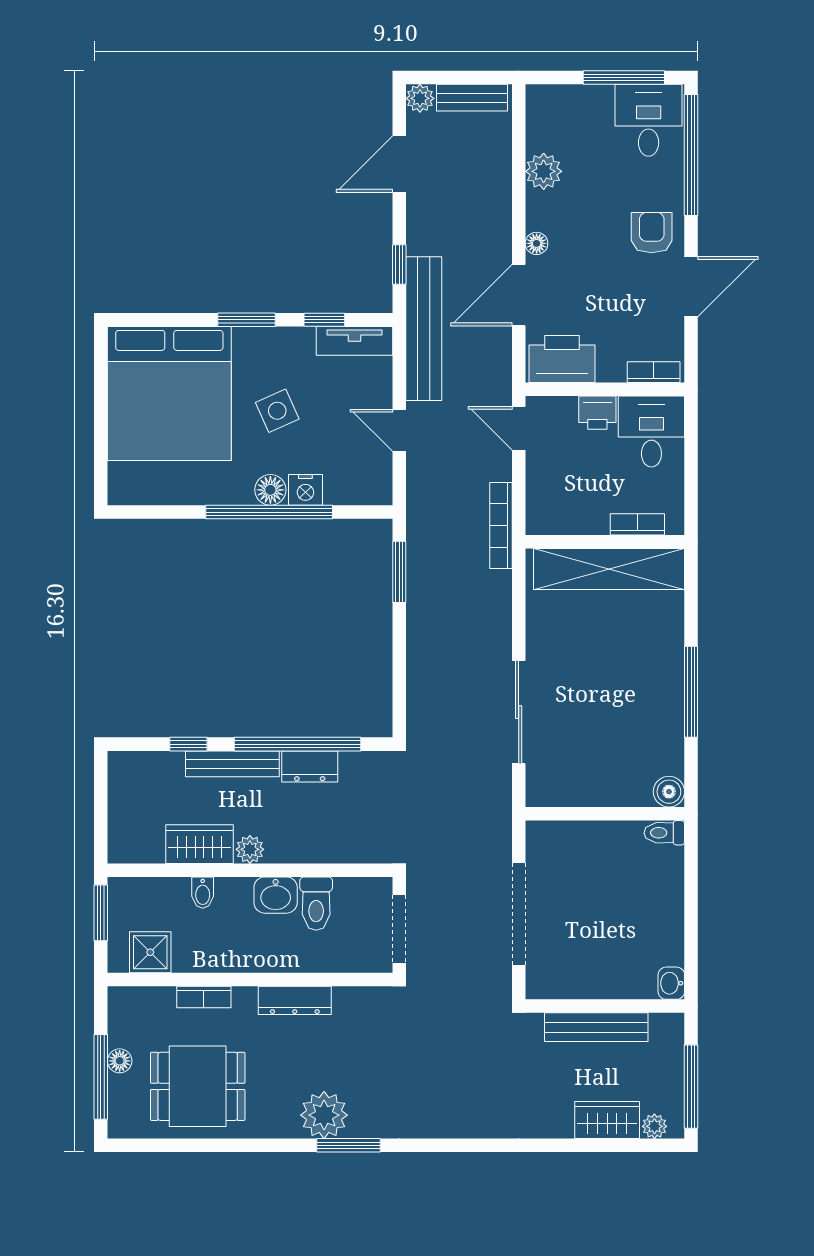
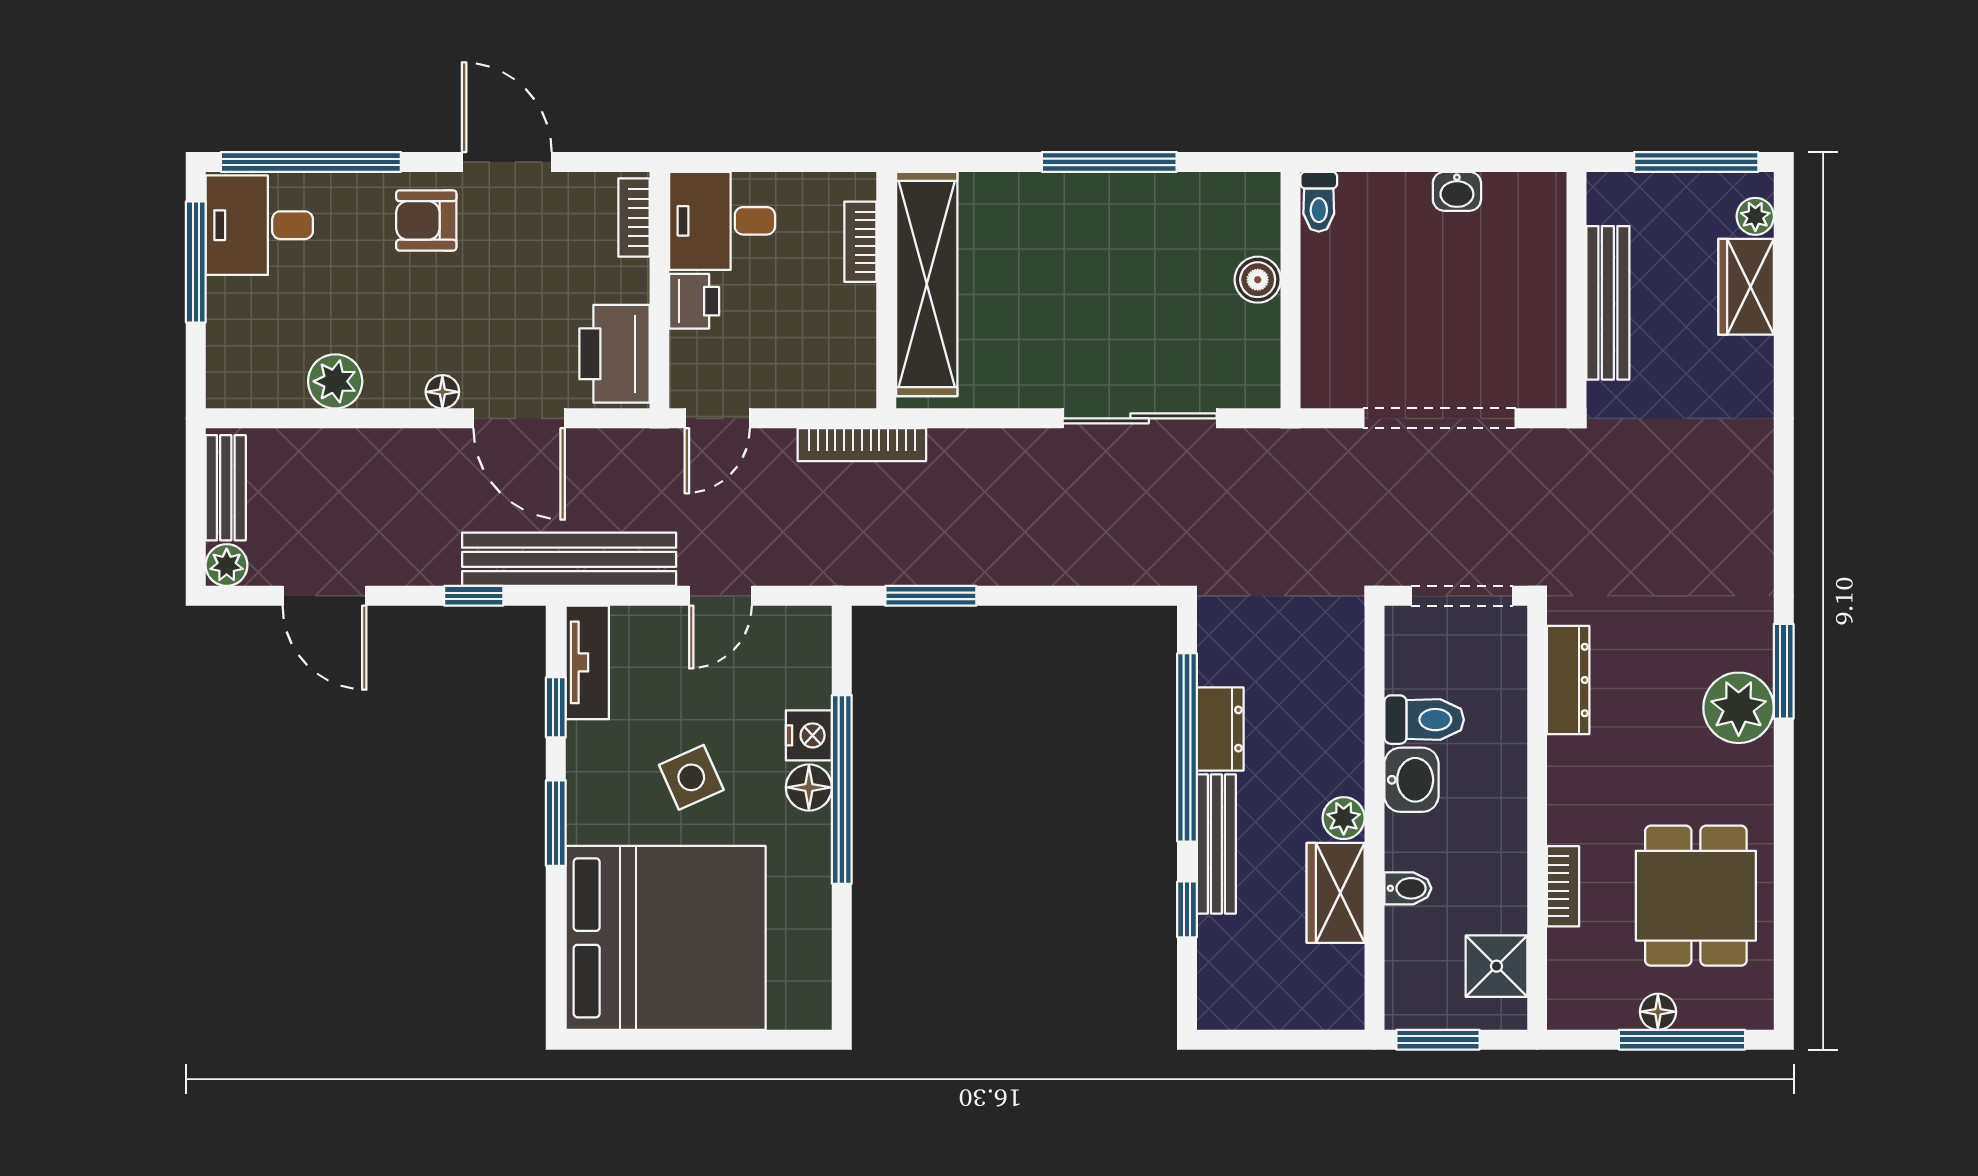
boiler: (669, 792) -> (1258, 280), moved
washbasin: (671, 983) -> (1457, 191), moved
dresser: (295, 1000) -> (1568, 680), moved

